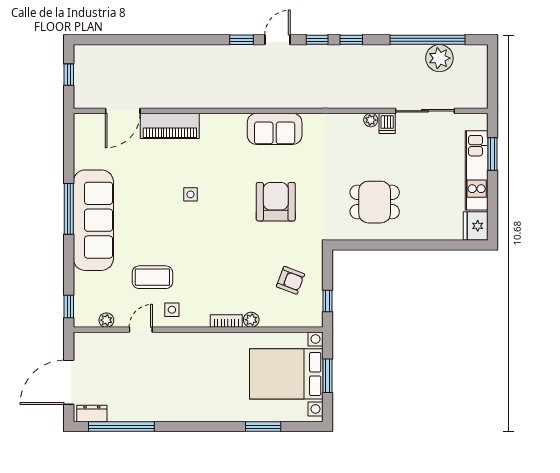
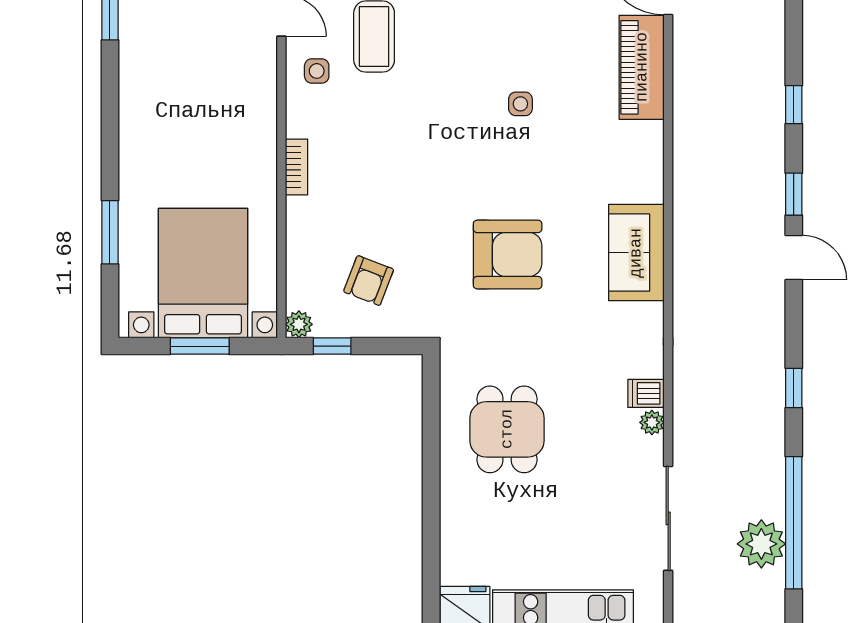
window: (317, 40) -> (794, 105), moved
dishwasher: (387, 123) -> (646, 393), moved
plant: (251, 320) -> (299, 324), moved

